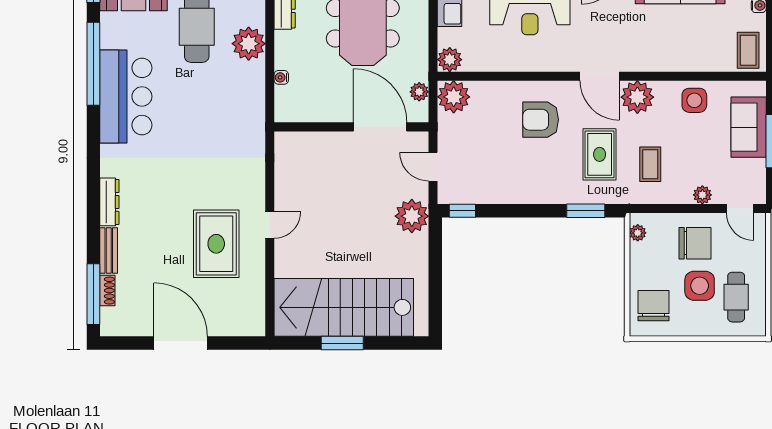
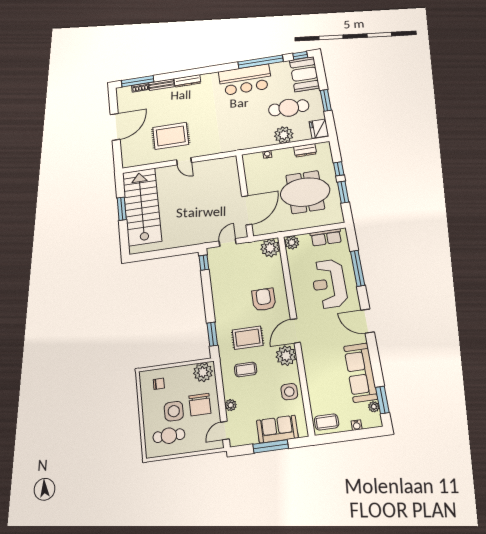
plant: (419, 92) -> (270, 228), removed
plant: (412, 216) -> (198, 235), removed
plant: (638, 233) -> (203, 372), width x1.88, depth x1.88
chair: (654, 306) -> (159, 384), width x0.54, depth x0.54

